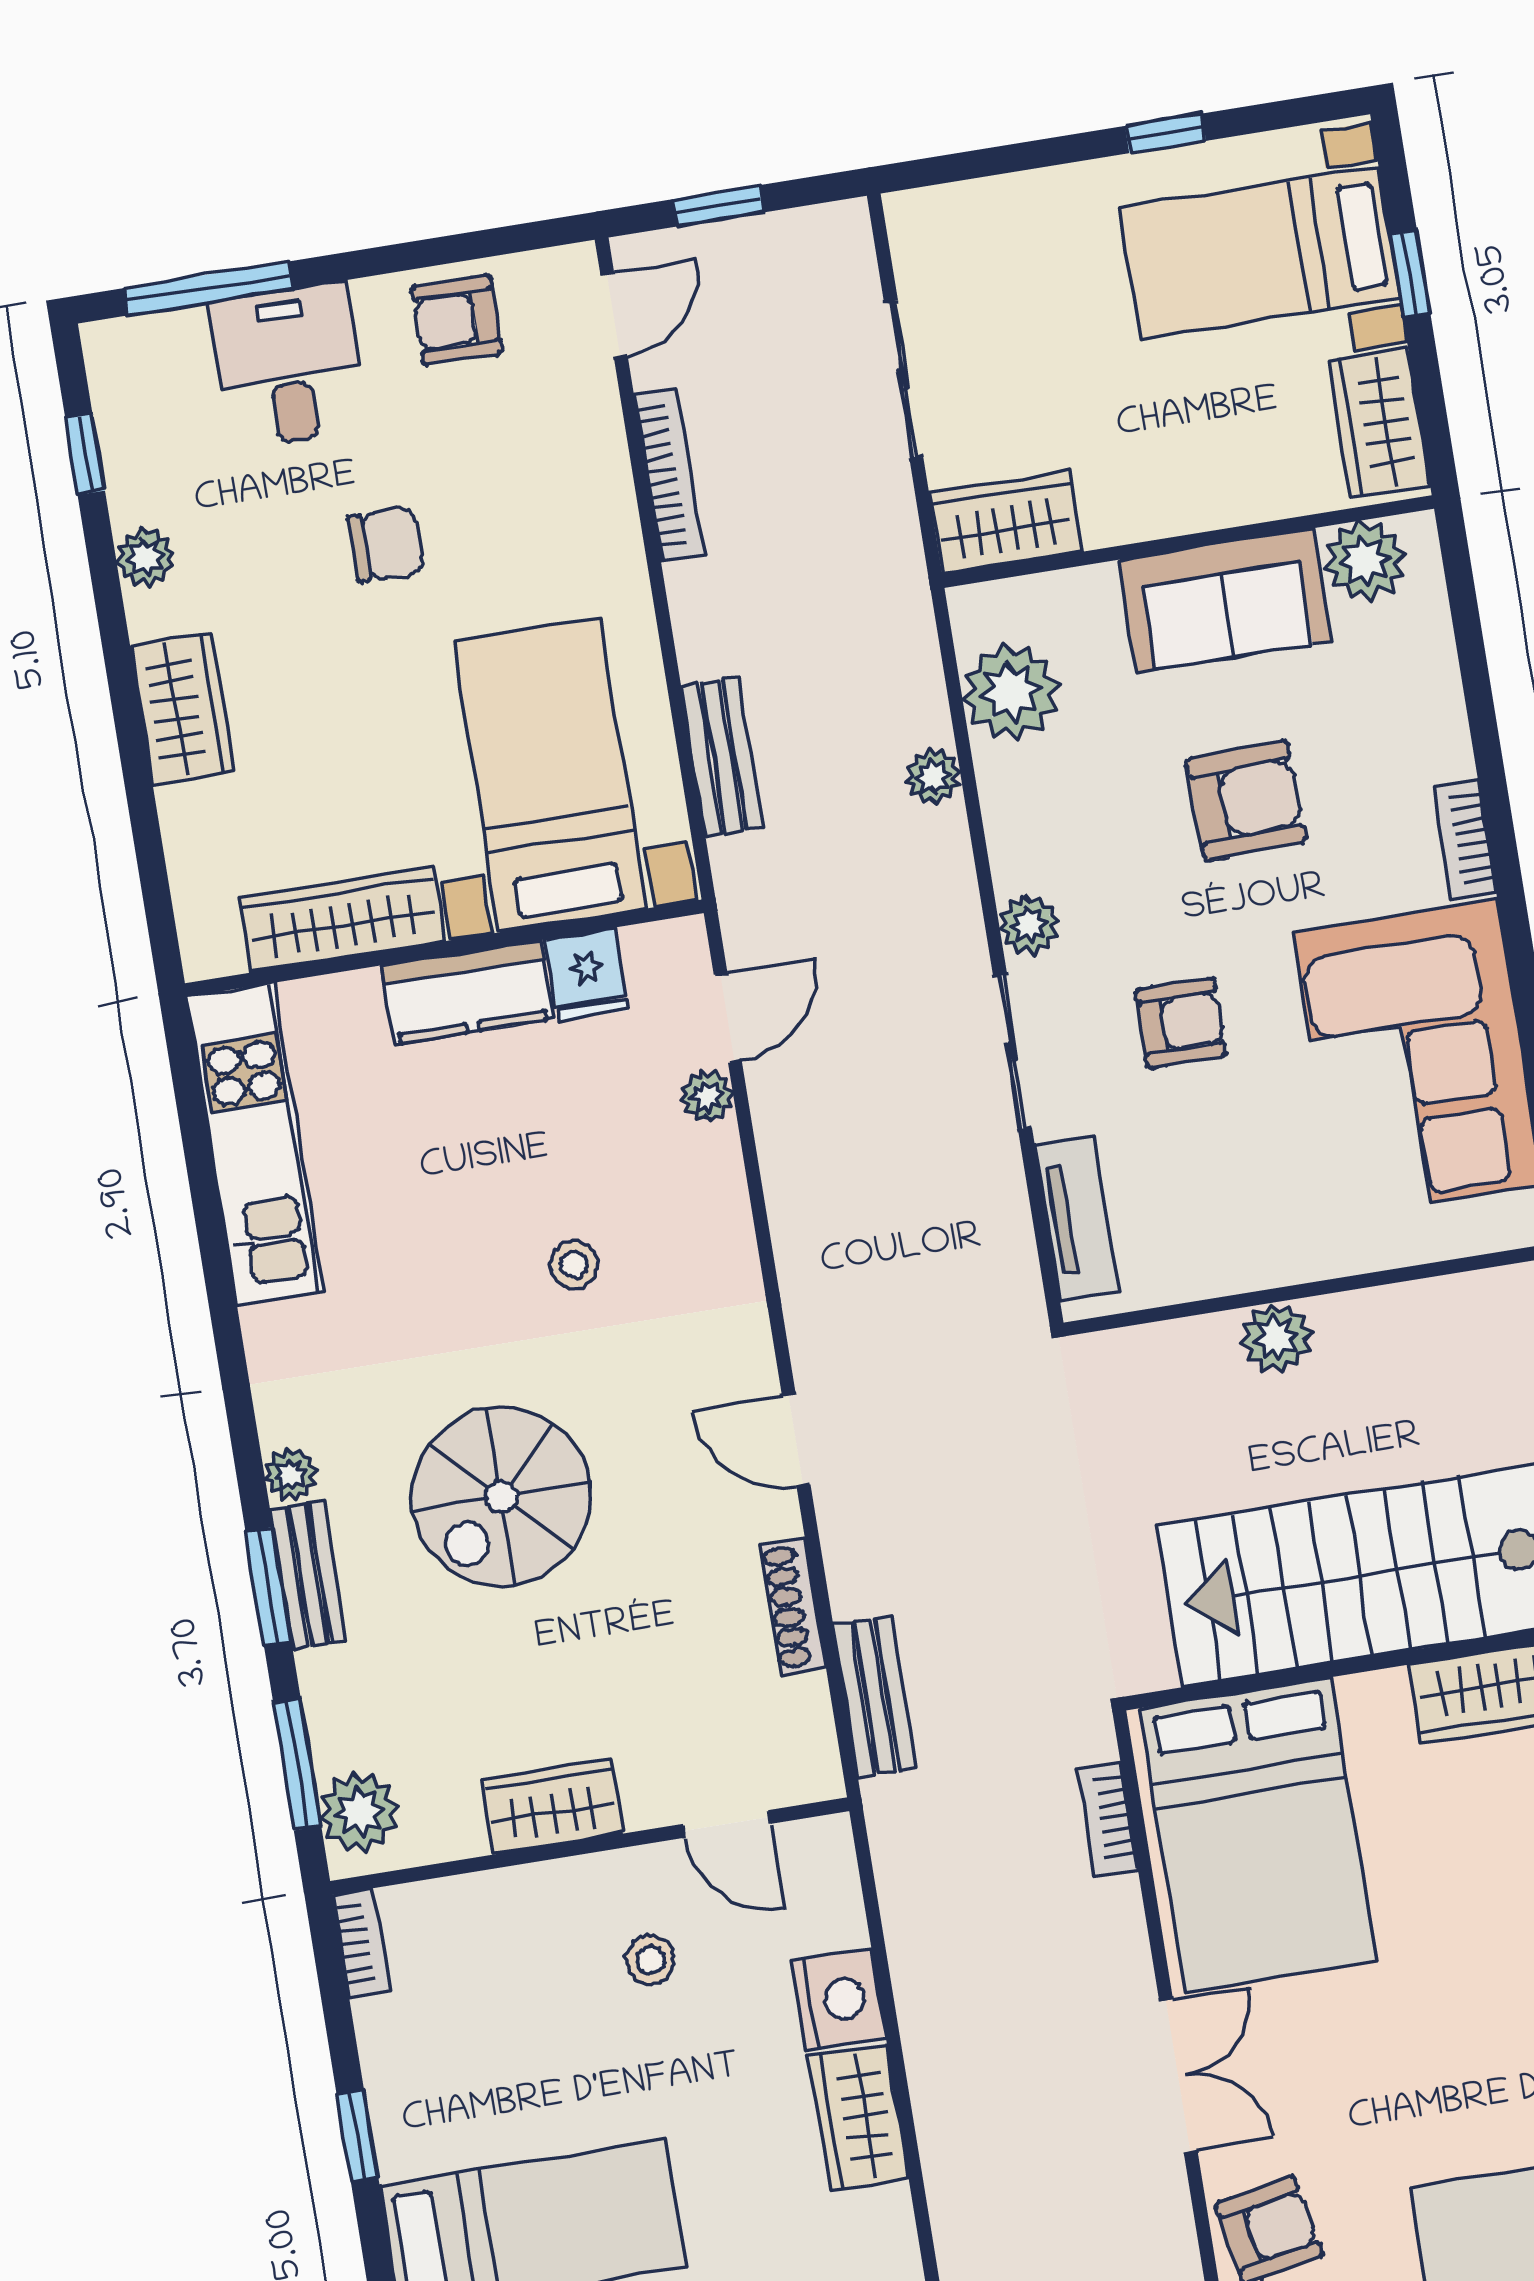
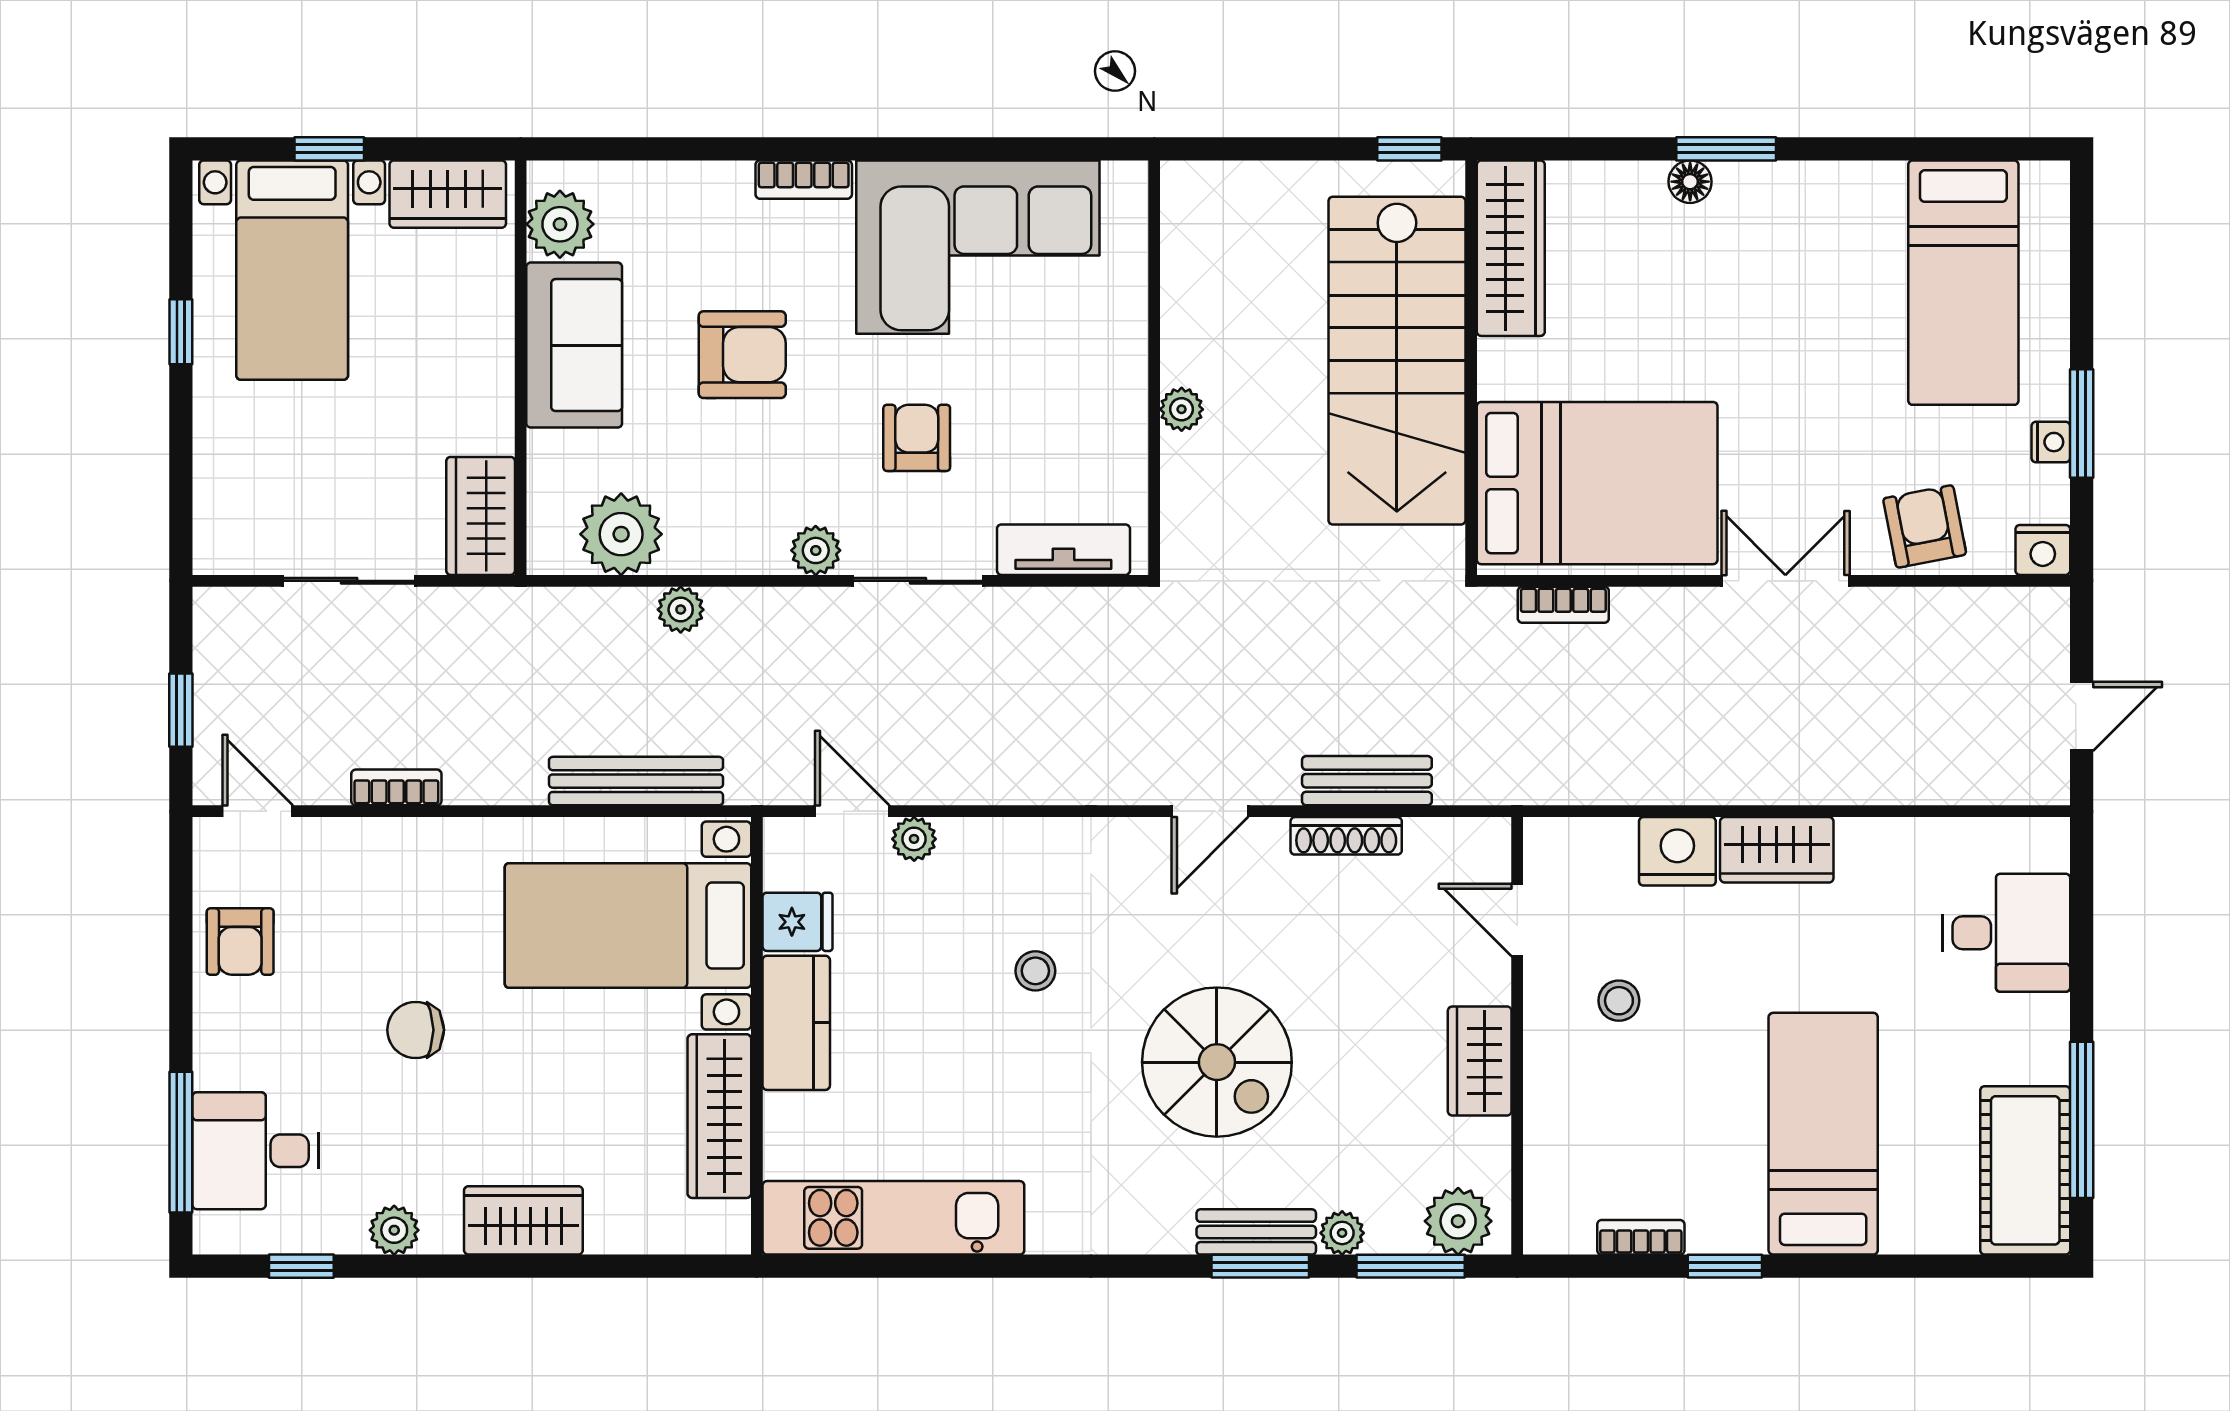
desk: (288, 366) -> (255, 1151), moved
bookcase: (669, 475) -> (396, 787), width x0.64
chair: (386, 544) -> (416, 1030), turned -90
bench: (722, 757) -> (636, 781), width x1.36
armchair: (1246, 801) -> (742, 355), turned 92
plant: (1276, 1338) -> (1182, 409), width x0.73, depth x0.73
plant: (291, 1474) -> (1342, 1233), moved
bench: (875, 1696) -> (1367, 781), moved
door: (727, 1824) -> (1517, 920), swing flipped
bookcase: (361, 1943) -> (1641, 1237), moved

